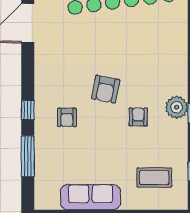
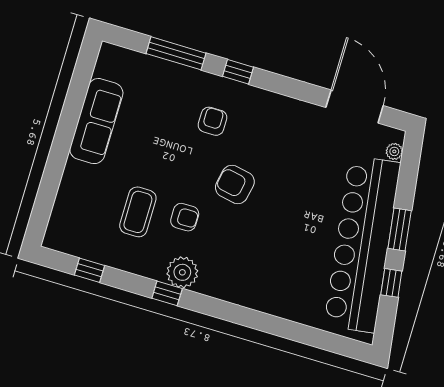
armchair: (67, 117) -> (212, 121), turned 90
coffee table: (154, 178) -> (138, 212), moved

